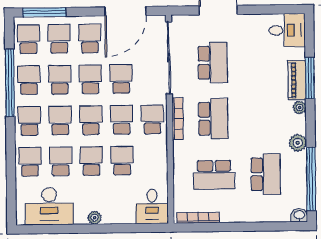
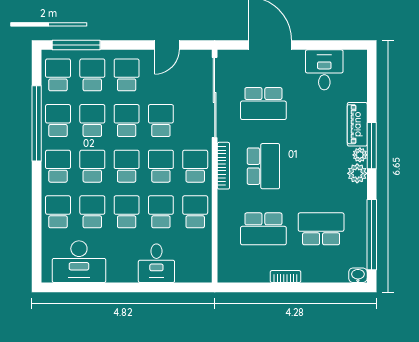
door: (126, 11) -> (167, 45), width x0.53
desk: (287, 30) -> (324, 70), moved, turned -90
school desk: (213, 63) -> (263, 104), turned 90
window: (310, 78) -> (372, 146), moved
plant: (298, 143) -> (357, 173), moved
school desk: (153, 160) -> (195, 212), added
school desk: (266, 174) -> (321, 229), turned -90
desk: (152, 206) -> (156, 263), moved
plant: (95, 218) -> (129, 275), removed
bookcase: (198, 218) -> (285, 277), moved, width x0.64

